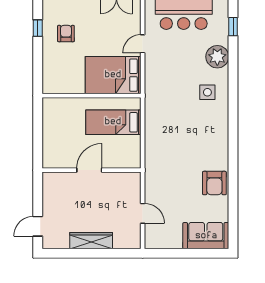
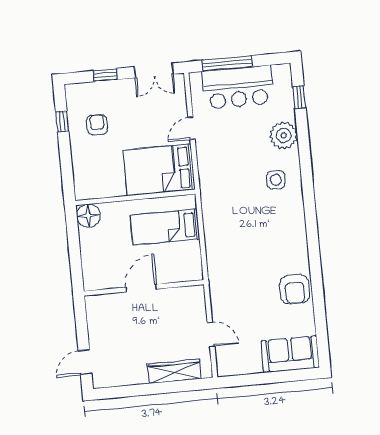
floor lamp: (52, 107) -> (88, 216), added
wardrobe: (91, 241) -> (174, 371), moved

